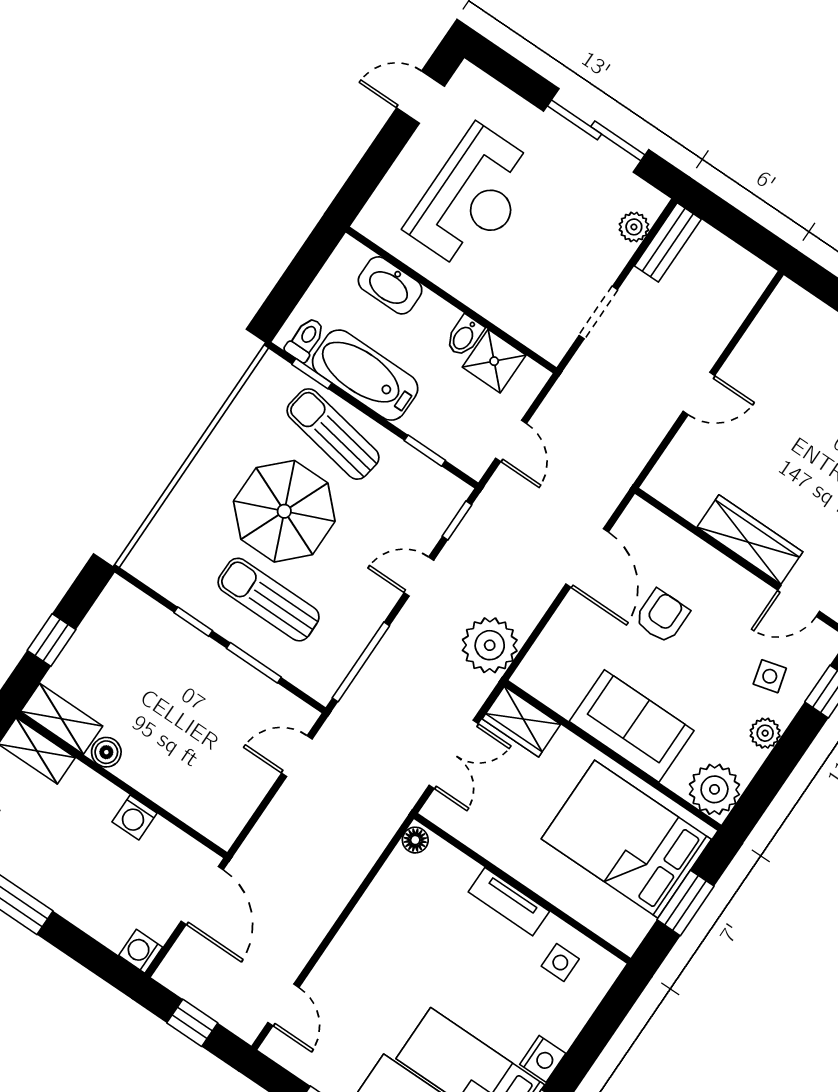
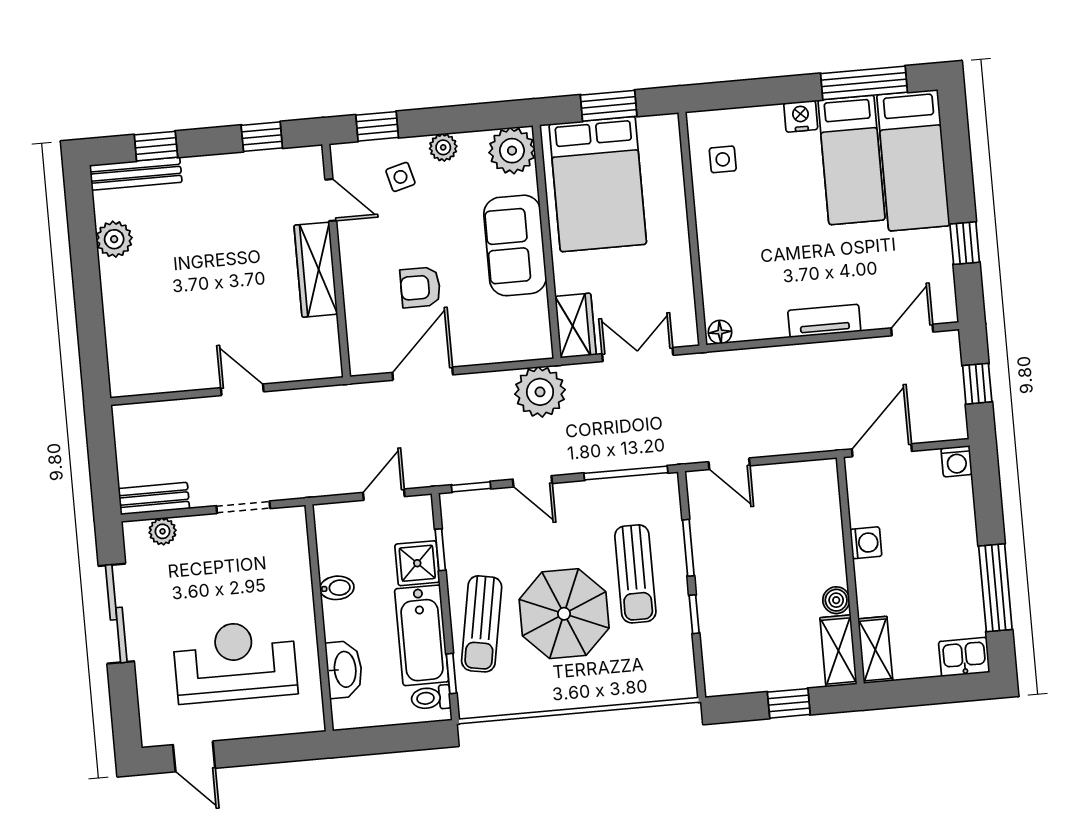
shower: (494, 361) -> (417, 563), moved
tv unit: (509, 902) -> (824, 321), moved, turned -90

